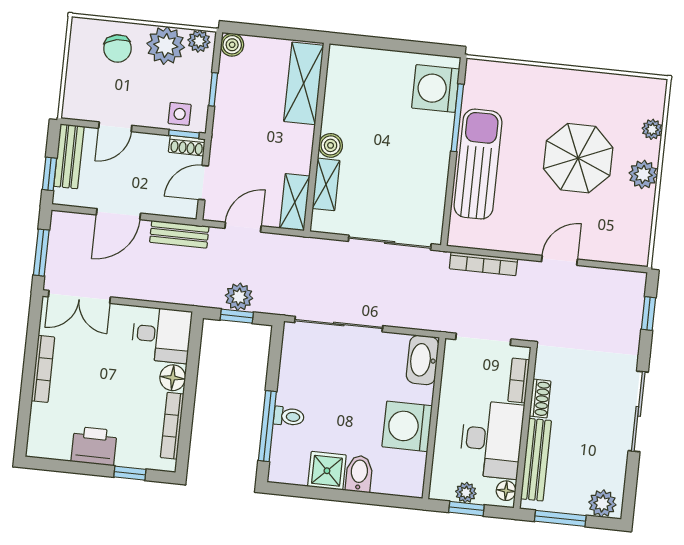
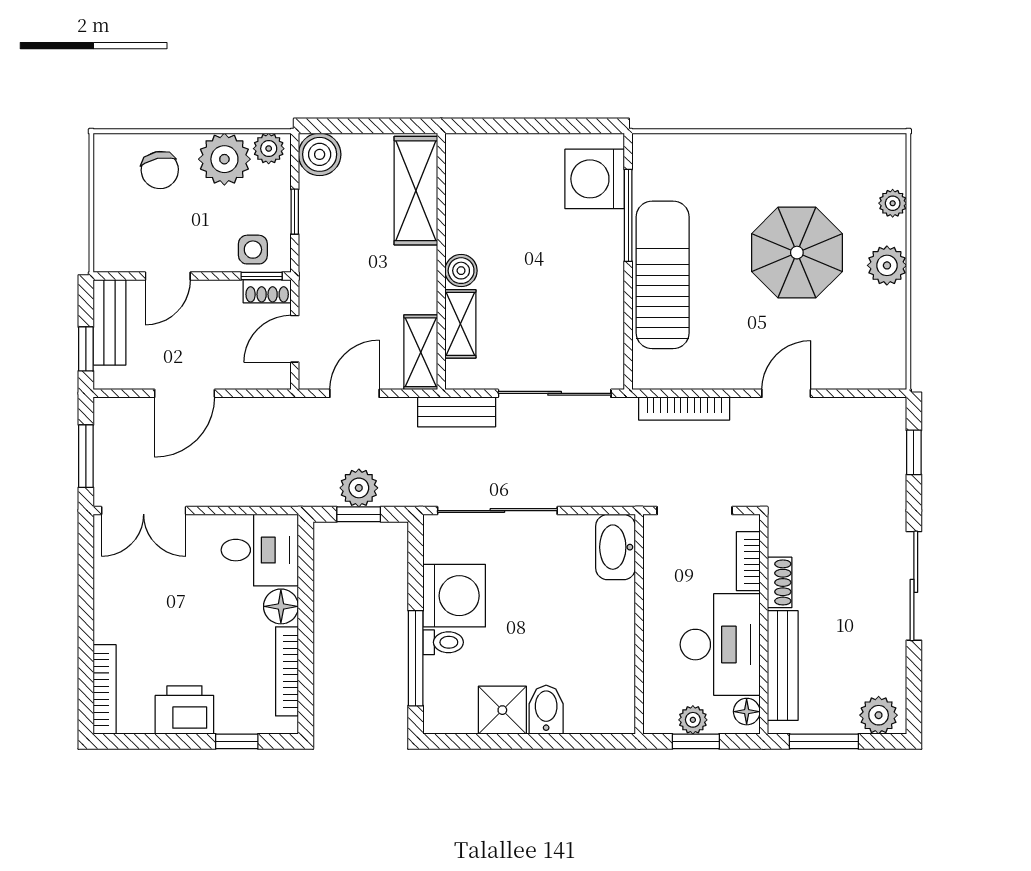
boiler: (232, 45) -> (320, 154), width x1.36, depth x1.36
bench: (179, 234) -> (457, 412), moved
bookcase: (43, 369) -> (105, 689), moved
washing machine: (407, 426) -> (454, 596), moved, turned 180

